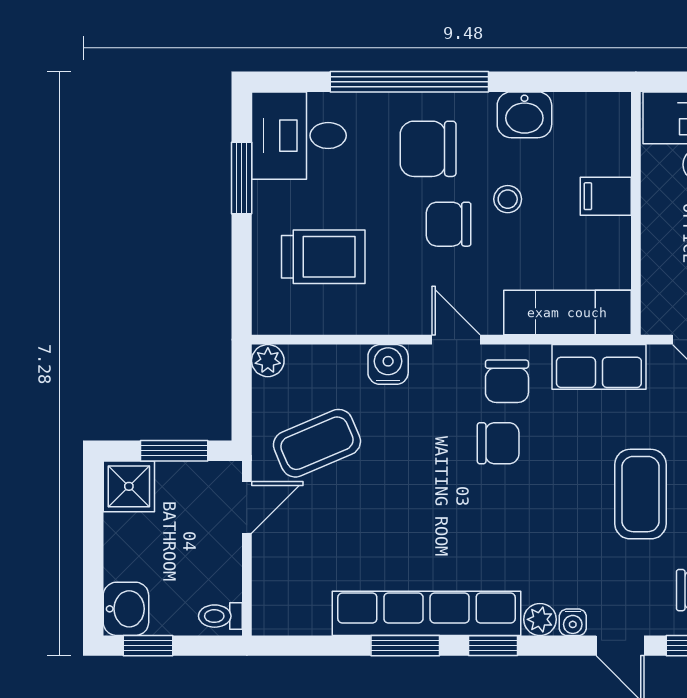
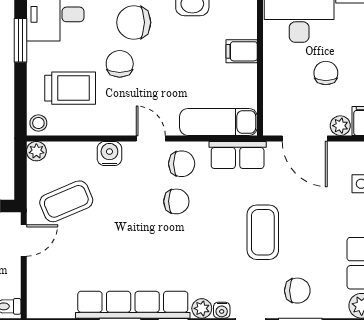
stool: (508, 199) -> (38, 123), moved
chair: (449, 224) -> (120, 64), moved, turned 90
chair: (507, 381) -> (182, 164), turned -90

